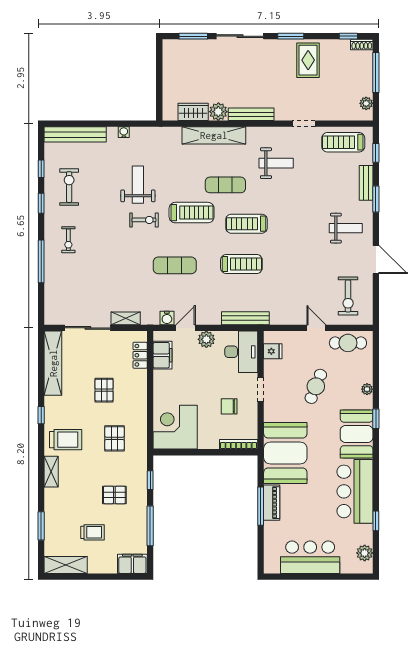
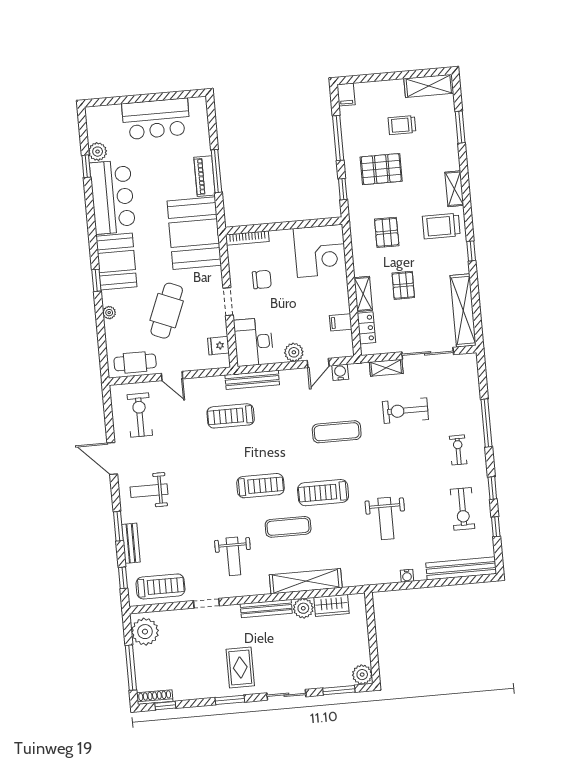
sliding door: (240, 36) -> (286, 695), width x0.73
shoe rack: (362, 45) -> (155, 697), width x1.43
plant: (171, 48) -> (362, 675), added
rug: (308, 60) -> (240, 667), moved
plant: (366, 103) -> (145, 632), width x1.87, depth x1.87
weight bench: (276, 163) -> (233, 556), turned -90
exercise bike: (144, 220) -> (405, 411), moved, width x1.38, depth x1.39
treadmill: (241, 264) -> (231, 416), moved
filing cabinet: (163, 355) -> (341, 322), width x0.50
shelving: (140, 386) -> (363, 294), added
cafe table: (316, 386) -> (167, 311), width x1.37, depth x1.35
pallet: (114, 495) -> (381, 169), width x1.50, depth x1.42
plant: (365, 553) -> (98, 152), moved
filing cabinet: (132, 564) -> (346, 95), width x0.50

